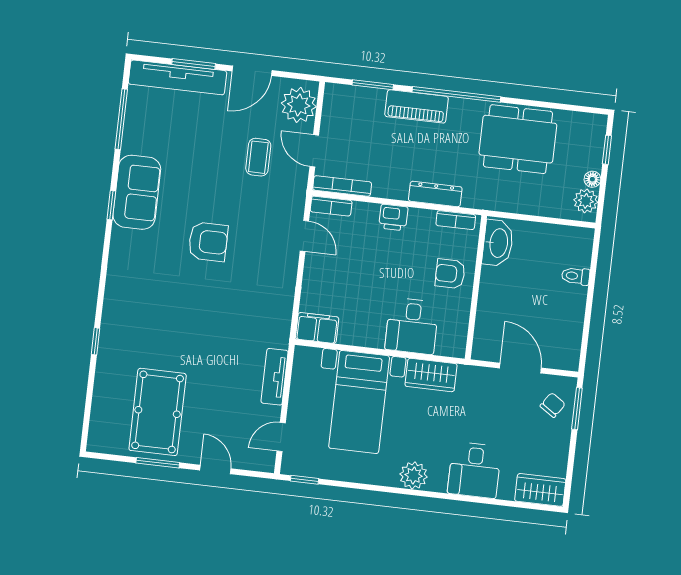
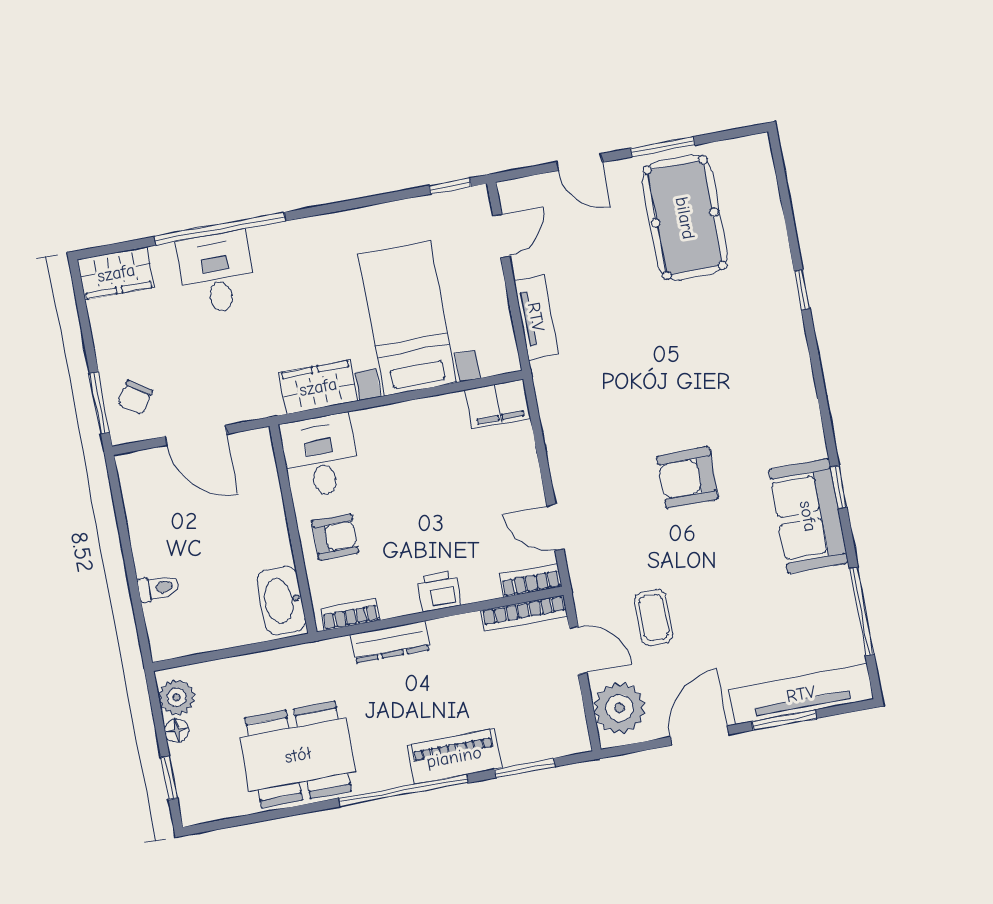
desk: (412, 326) -> (320, 456), moved
plant: (414, 475) -> (299, 239), removed
window: (464, 498) -> (220, 229), added

